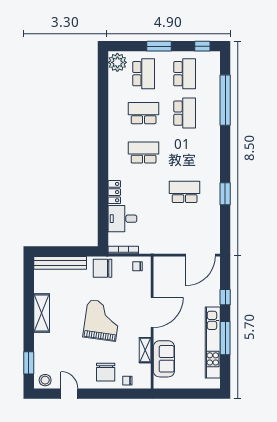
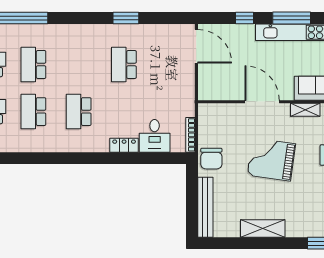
school desk: (185, 113) -> (33, 64), turned -90
chair: (138, 266) -> (209, 118), removed

